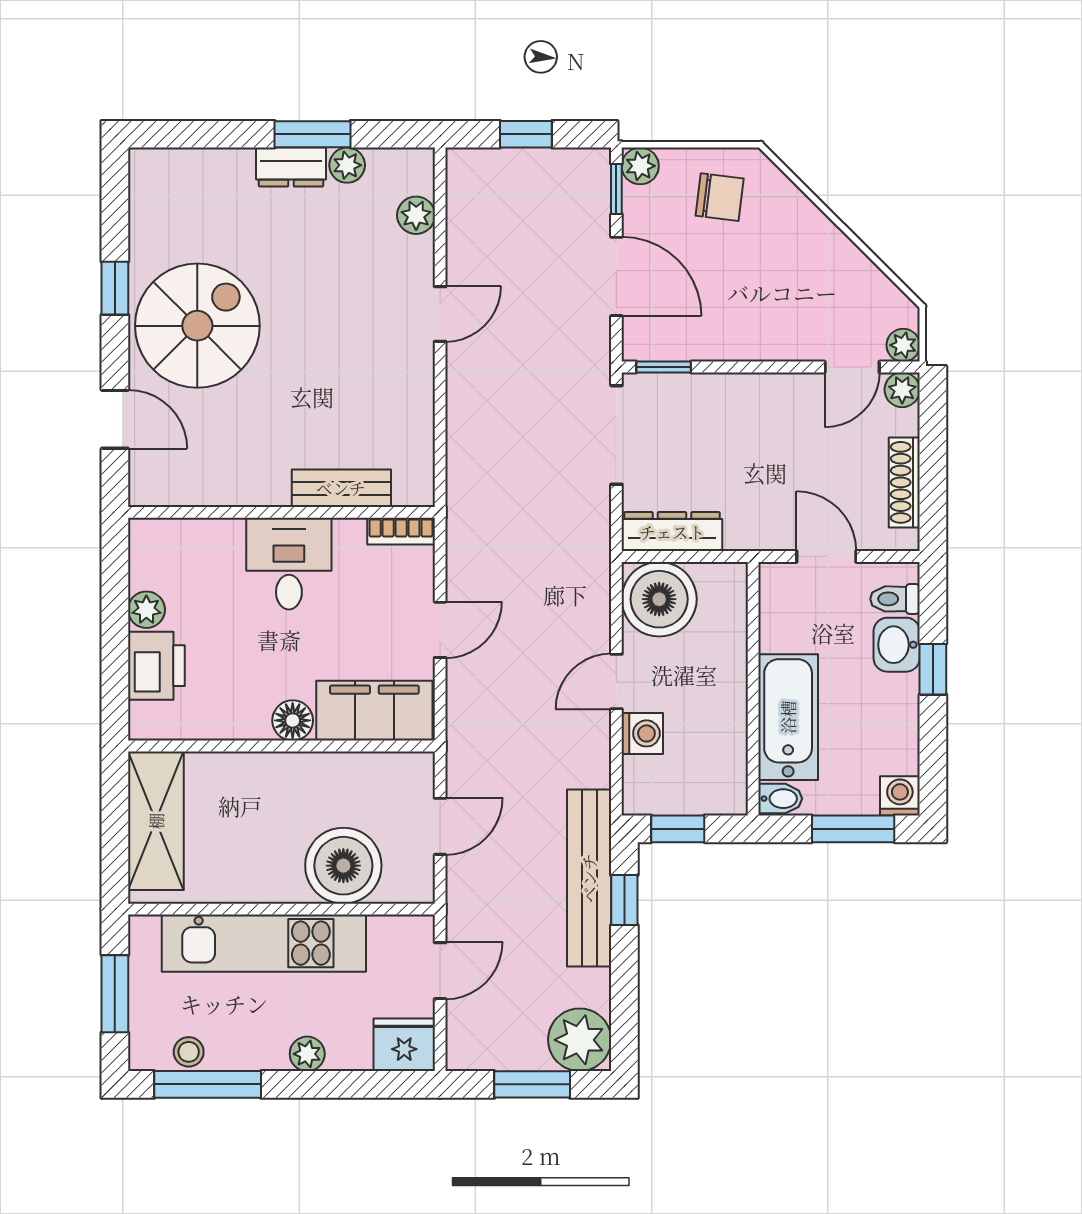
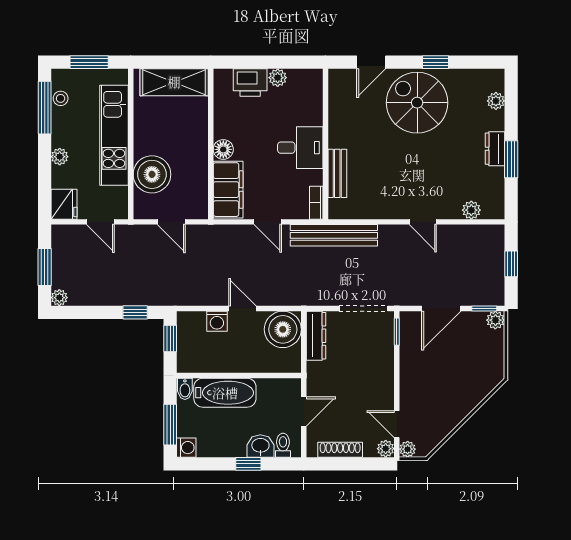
plant: (347, 165) -> (496, 101), moved
chair: (720, 197) -> (480, 359), removed
spiral stairs: (197, 326) -> (417, 103), turned 180
bench: (589, 878) -> (334, 235), moved
plant: (580, 1040) -> (59, 298), width x0.53, depth x0.53

